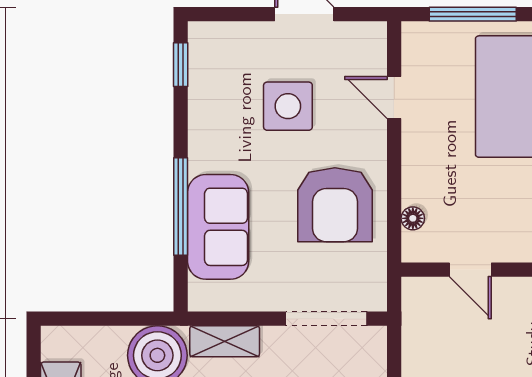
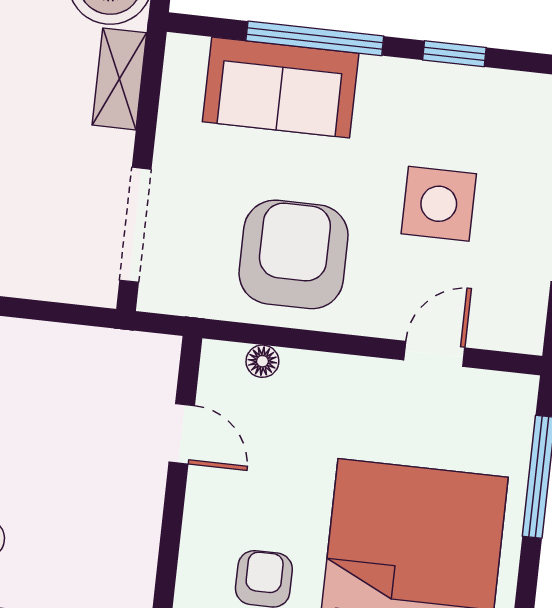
window: (181, 65) -> (454, 54), moved
armchair: (335, 205) -> (294, 254), turned 90
door: (470, 270) -> (182, 434), swing flipped

